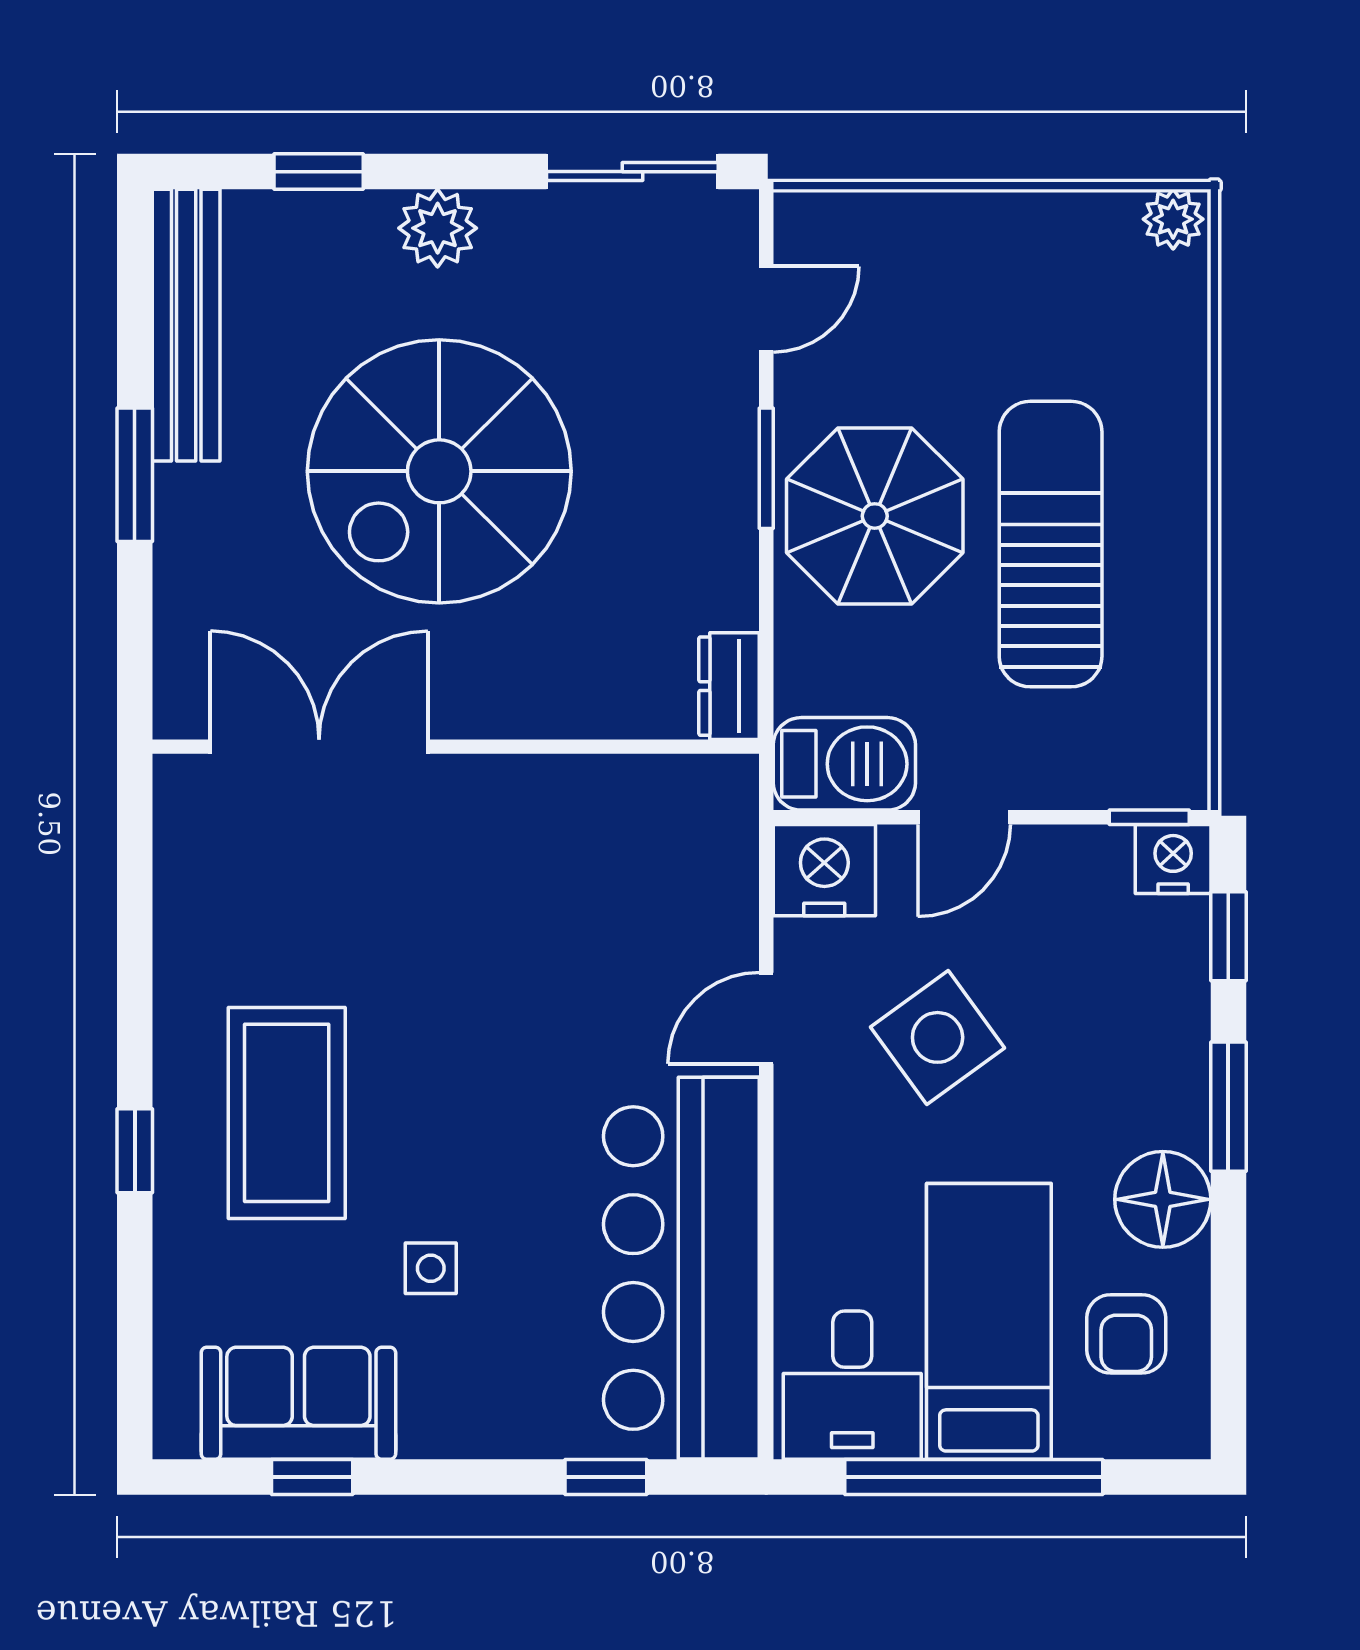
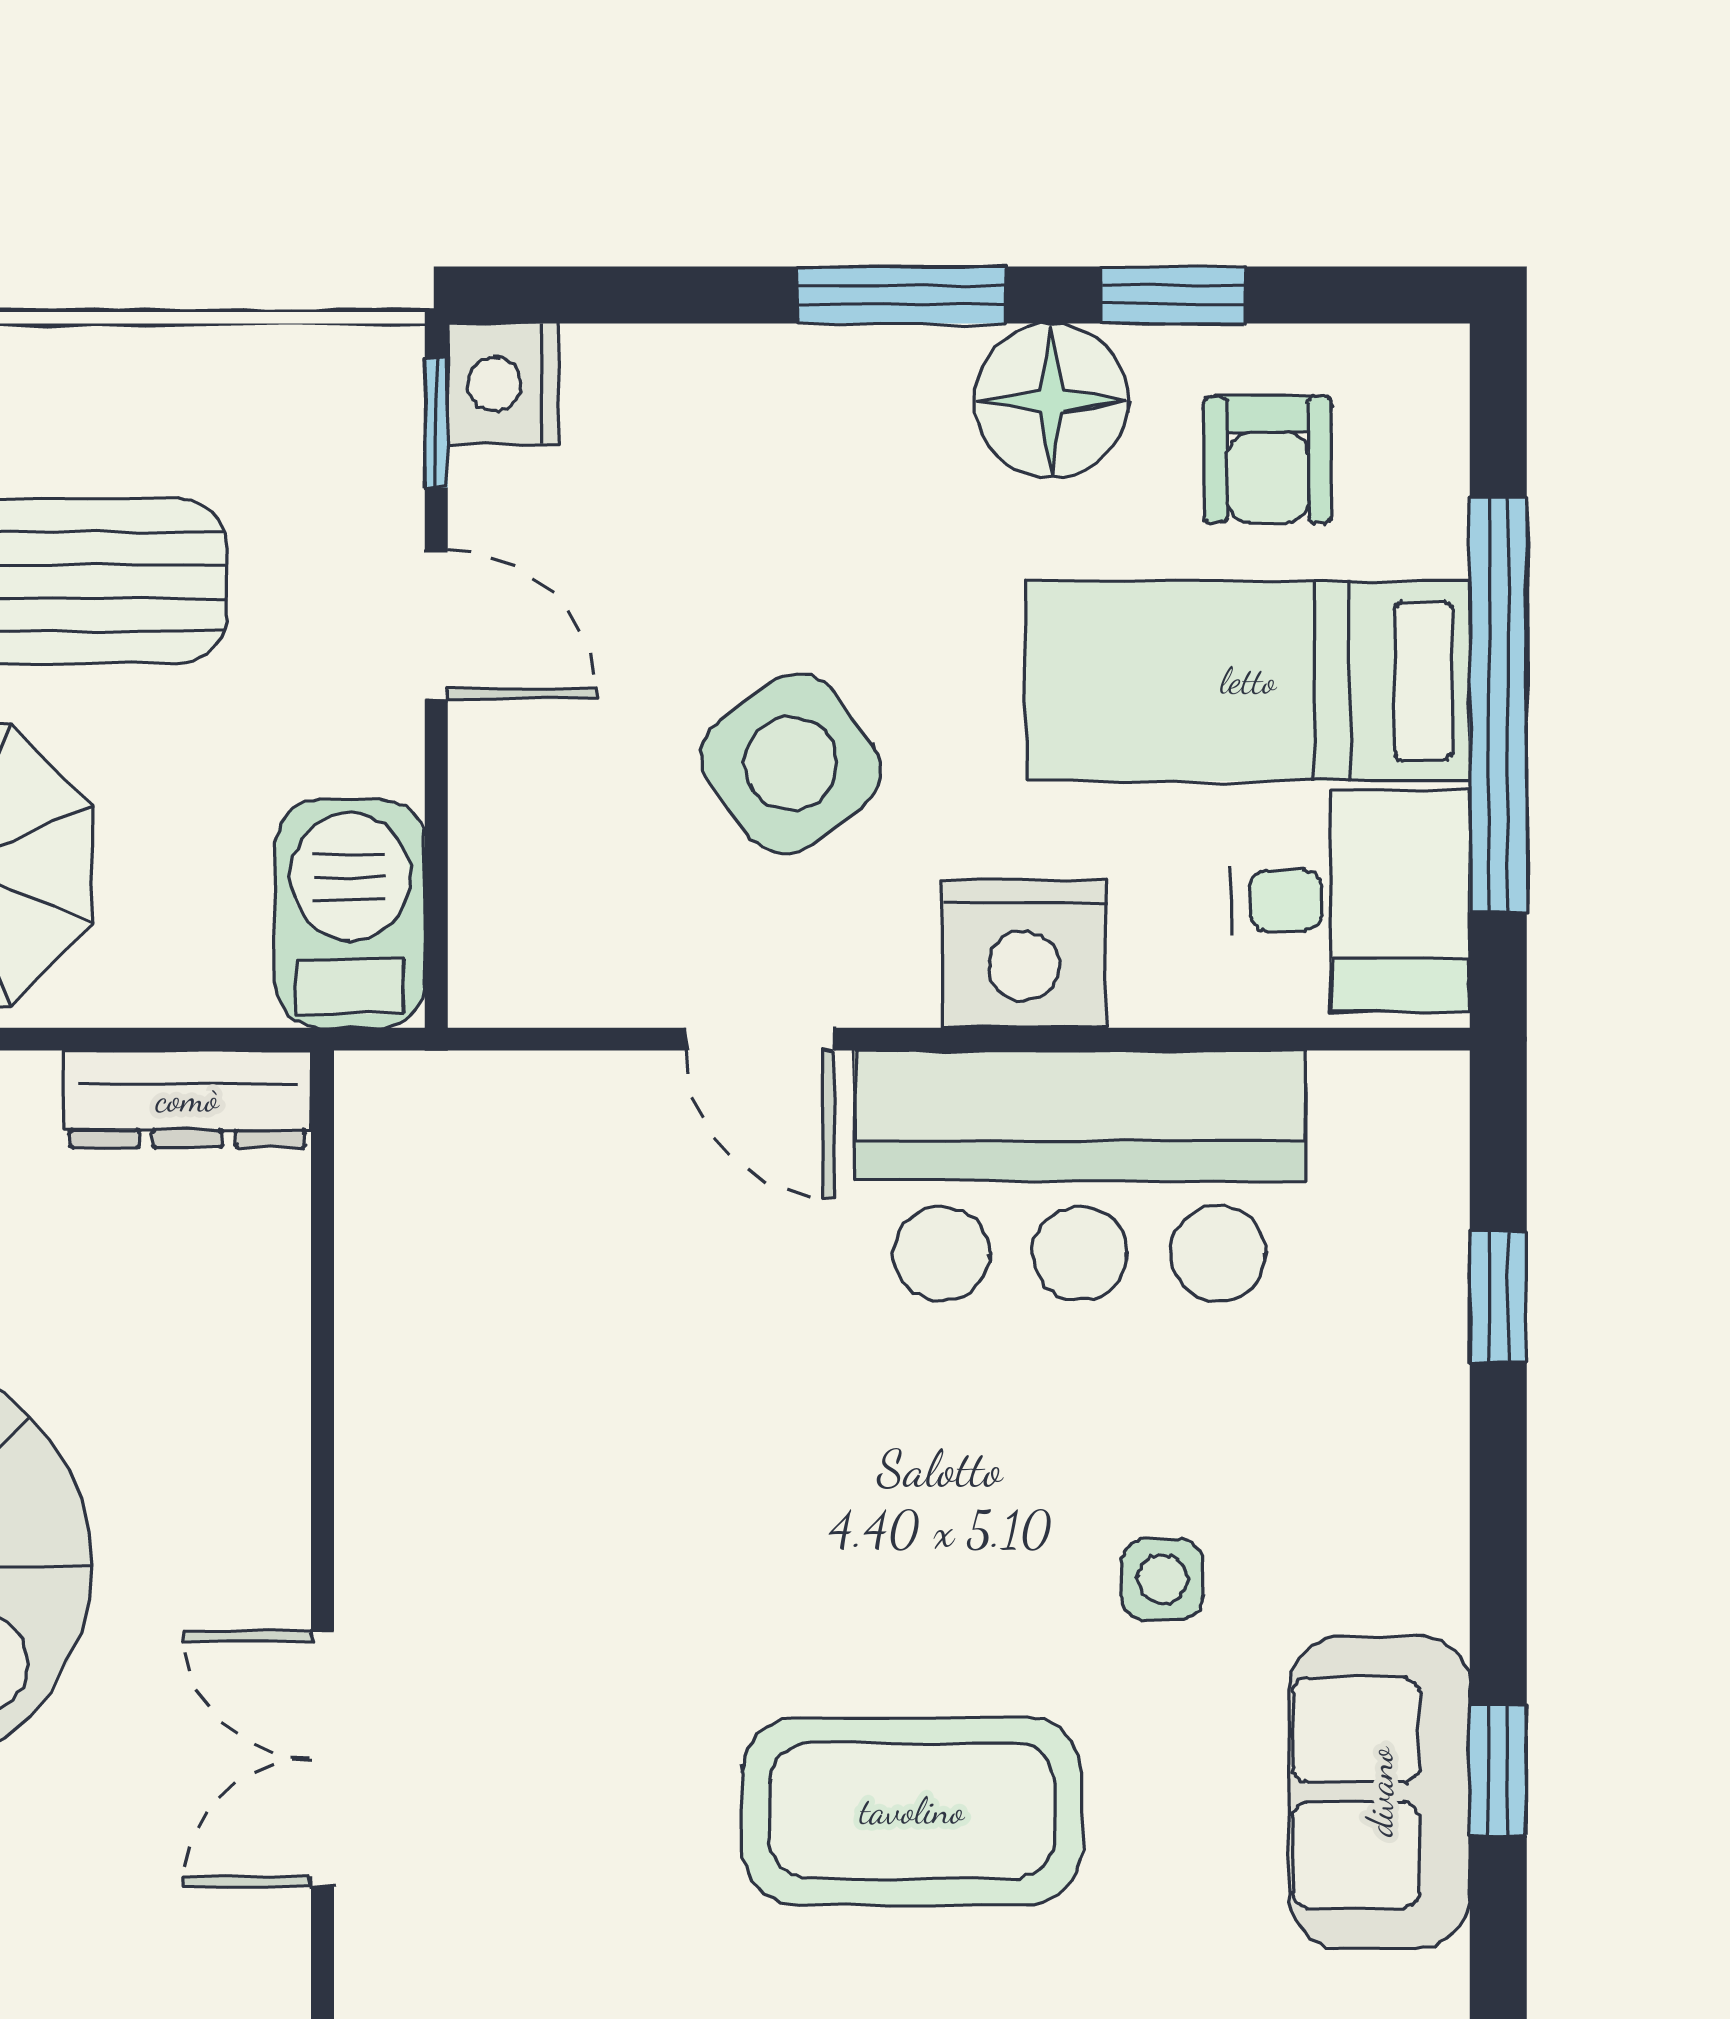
dresser: (729, 686) -> (187, 1099), width x1.44
double door: (319, 747) -> (323, 1759), width x0.73
door: (964, 817) -> (436, 625), moved
nightstand: (824, 870) -> (1024, 954), moved, turned -90
window: (1228, 936) -> (1173, 295), moved
bar counter: (681, 1268) -> (1080, 1176), width x0.73
armchair: (1126, 1334) -> (1268, 460), turned 90

